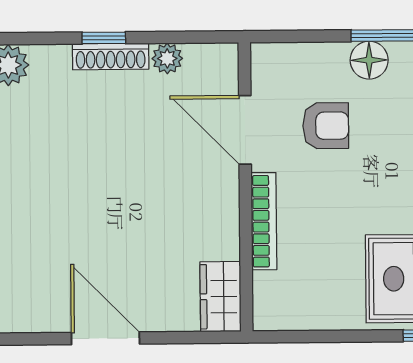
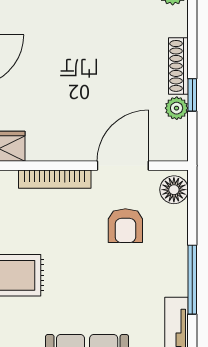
window: (104, 38) -> (192, 95), moved
floor lamp: (369, 60) -> (174, 190), moved

